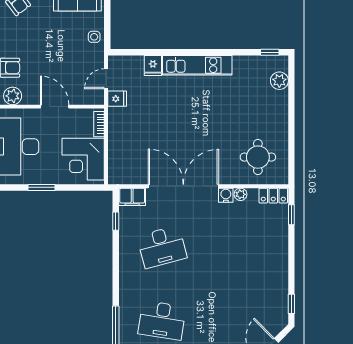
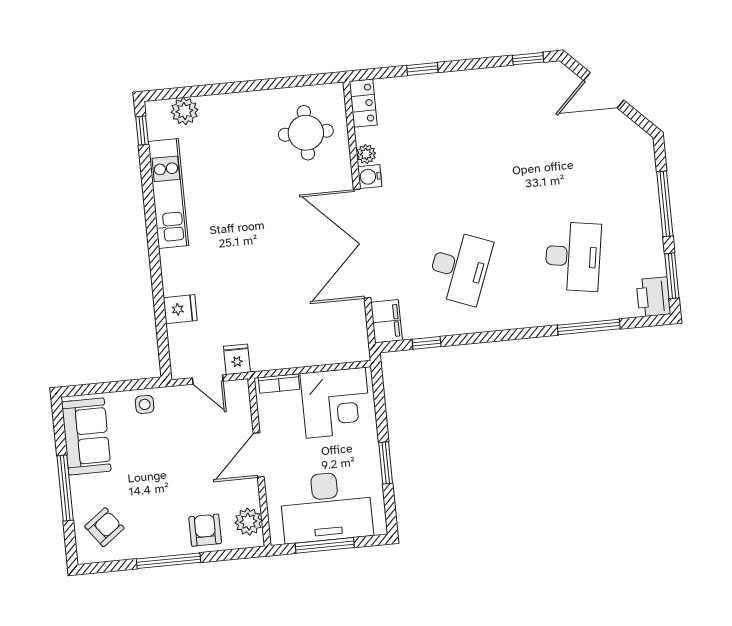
kitchen unit: (197, 65) -> (168, 193), moved
window: (291, 215) -> (422, 69), moved
desk: (162, 247) -> (459, 268), turned 36

